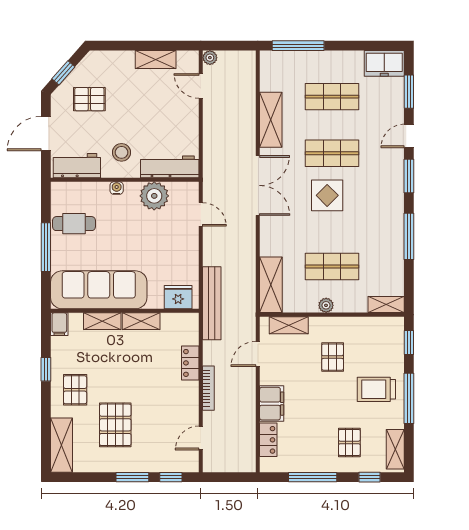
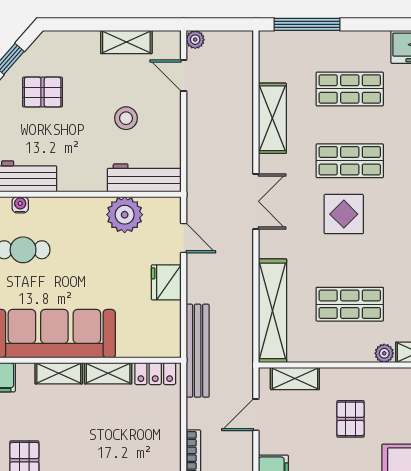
stool: (121, 152) -> (126, 118), moved
double door: (258, 185) -> (256, 201), width x0.73
water cooler: (117, 188) -> (20, 205), moved
shelving: (271, 285) -> (272, 311), width x1.47
fridge: (178, 297) -> (166, 282), moved, turned -90
plant: (326, 305) -> (384, 353), moved
locker: (190, 363) -> (155, 374), moved, turned -90

